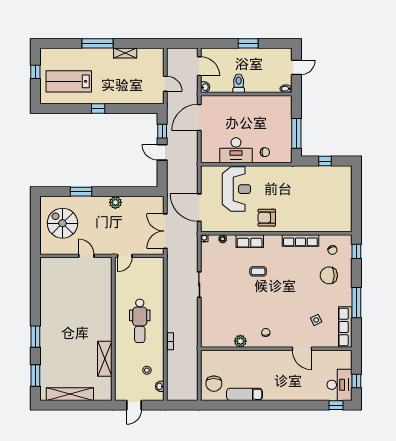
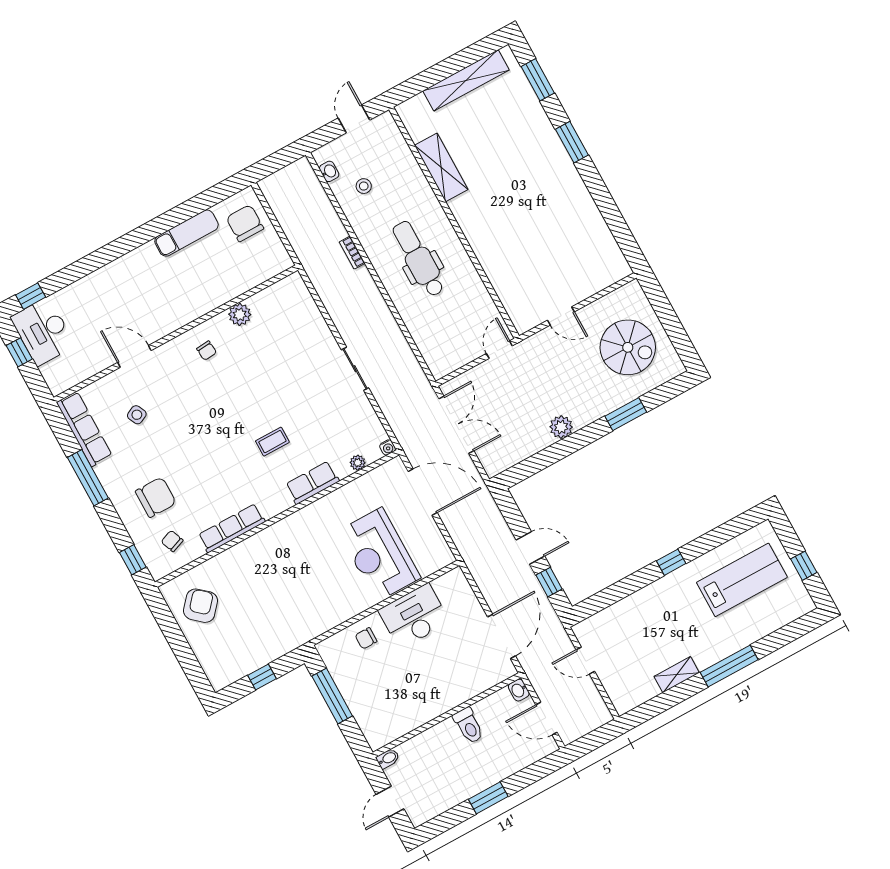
armchair: (267, 218) -> (200, 606), moved, turned -49

